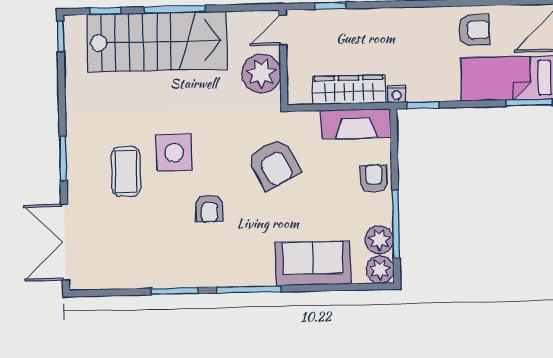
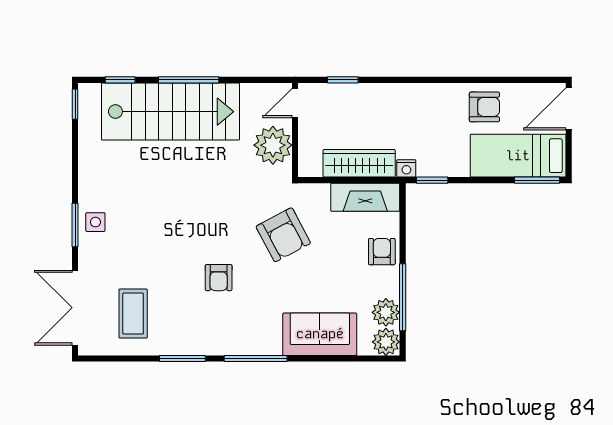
side table: (174, 152) -> (95, 222), moved, width x0.54, depth x0.54
coffee table: (126, 171) -> (133, 314), moved

